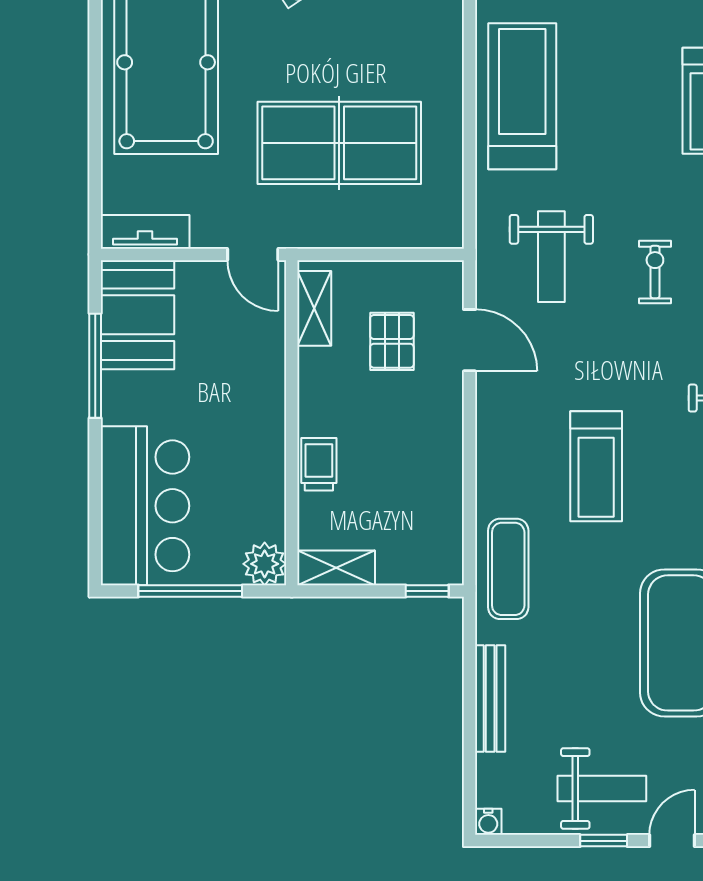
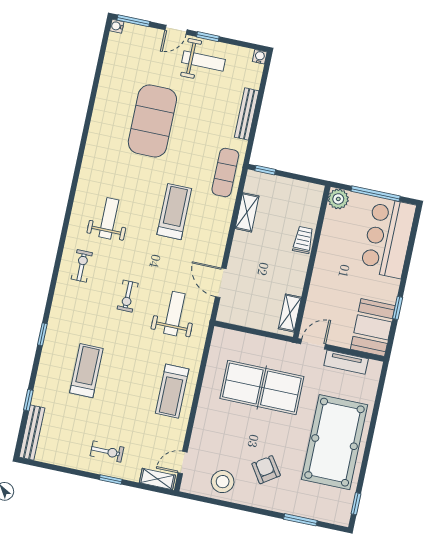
treadmill: (522, 96) -> (172, 391), width x0.73, depth x0.73
tv unit: (145, 232) -> (346, 362), moved
door: (253, 254) -> (313, 344), hinge flipped
pallet: (392, 341) -> (257, 290), removed
window: (95, 366) -> (398, 308), width x0.46
trolley: (319, 464) -> (303, 240), turned 180
shelving: (336, 568) -> (247, 212), moved, turned 90
weight bench: (602, 789) -> (203, 61), turned 180

